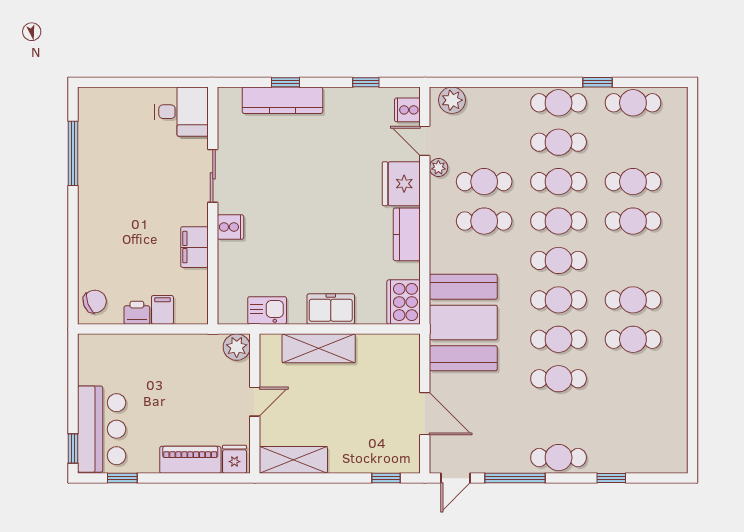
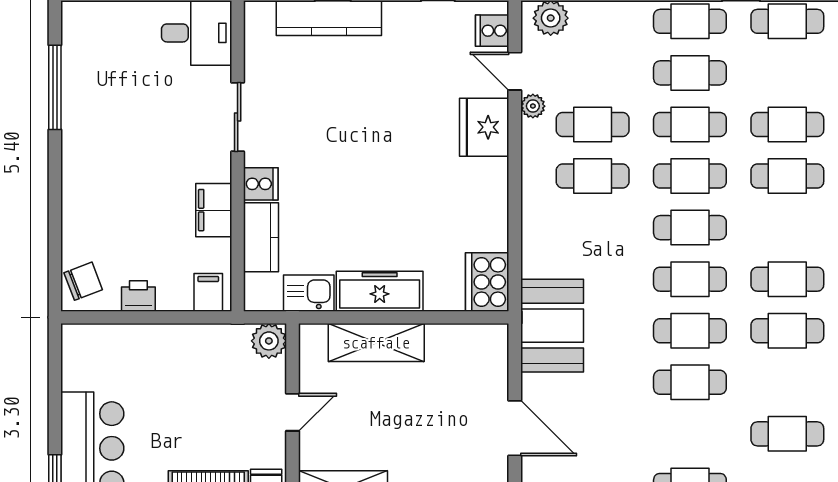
kitchen counter: (407, 234) -> (261, 237), moved, turned 180
freezer: (331, 309) -> (380, 291), width x1.40
filing cabinet: (162, 310) -> (208, 292), moved
booth: (463, 323) -> (552, 326), width x0.73, depth x0.70
cafe table: (633, 418) -> (787, 434), added

